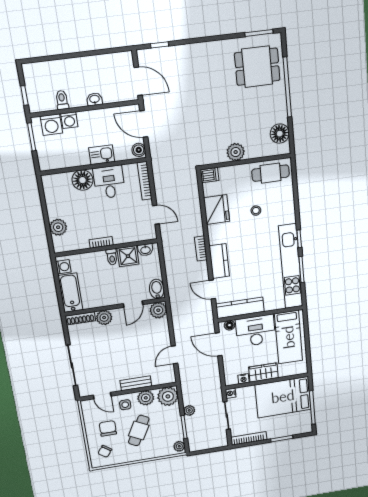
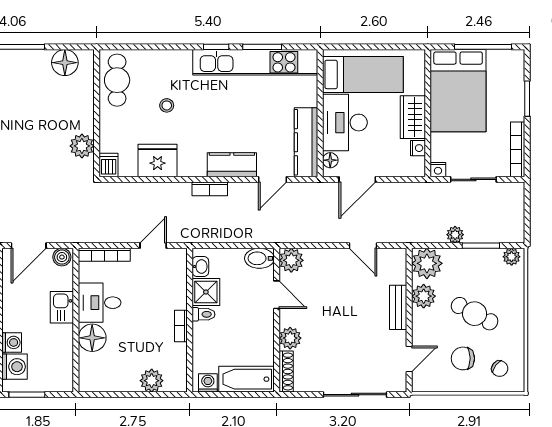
plant: (236, 152) -> (82, 146), moved
side table: (125, 405) -> (429, 328), removed

